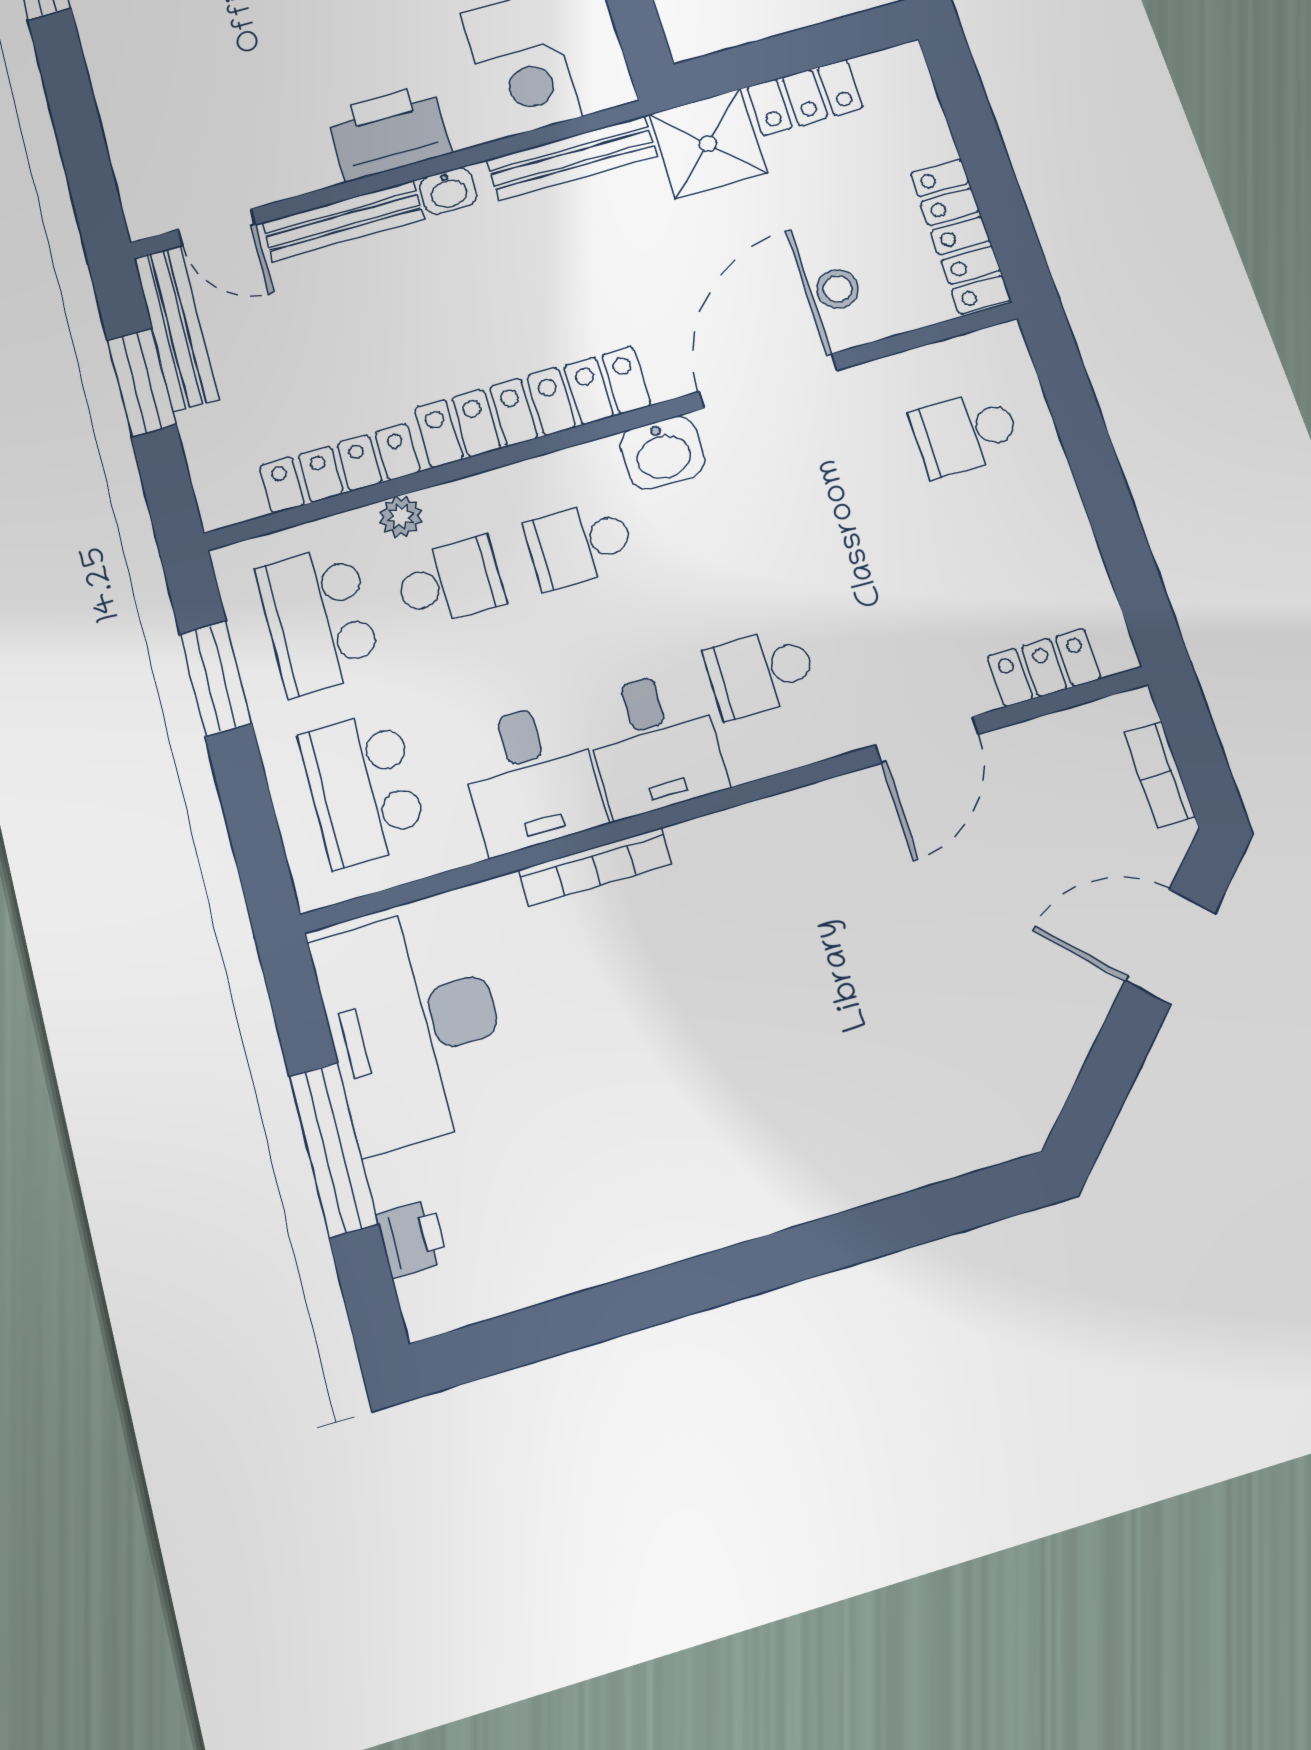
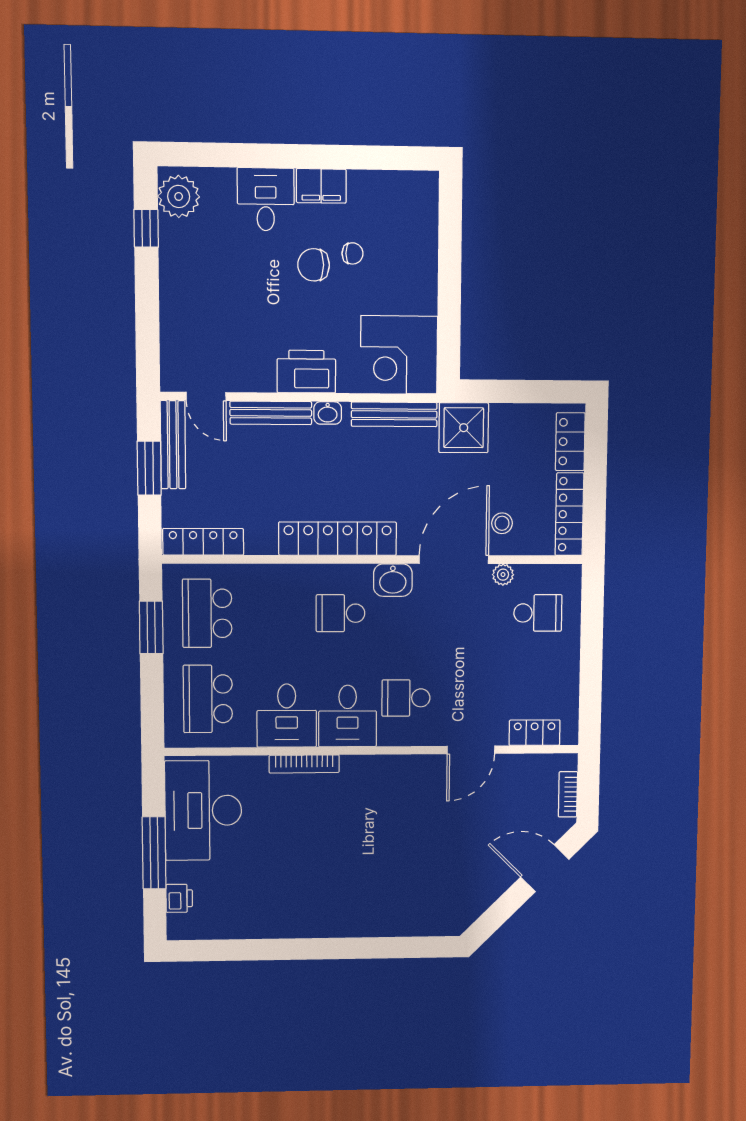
locker: (805, 97) -> (570, 442), moved, turned 90
school desk: (966, 433) -> (538, 613), turned 180
locker: (340, 469) -> (203, 542), moved
plant: (401, 516) -> (503, 575), moved
school desk: (449, 582) -> (274, 613), removed

